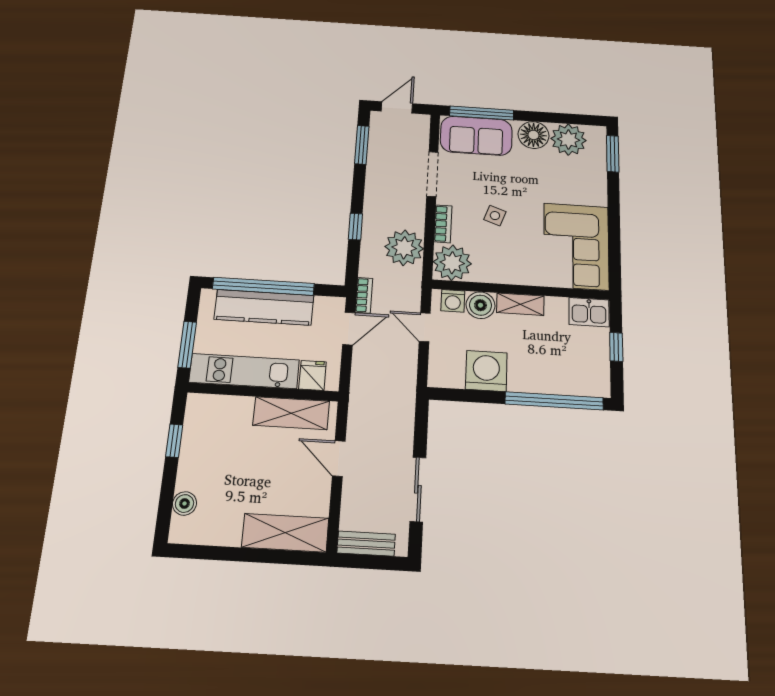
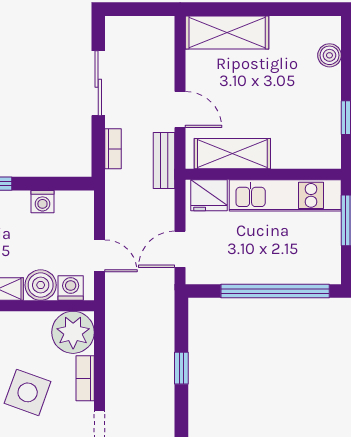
side table: (495, 216) -> (28, 392), width x1.87, depth x1.87
plant: (404, 248) -> (126, 347), removed
bookcase: (364, 295) -> (113, 149), moved, turned 180
kitchen counter: (264, 307) -> (272, 267), removed
washing machine: (486, 371) -> (42, 202), width x0.53, depth x0.53
fridge: (312, 375) -> (209, 195), width x1.38
bench: (366, 544) -> (164, 161), moved, turned 90

